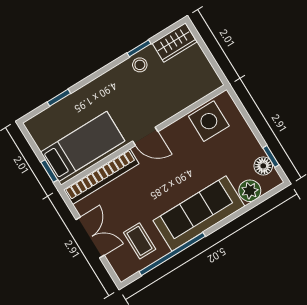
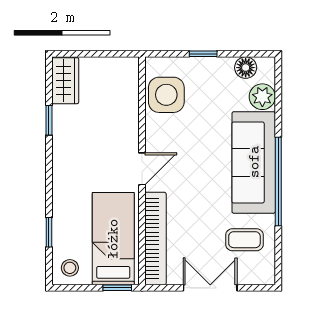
stool: (140, 65) -> (70, 268), moved
window: (271, 156) -> (203, 54), moved
window: (172, 254) -> (278, 181), moved

